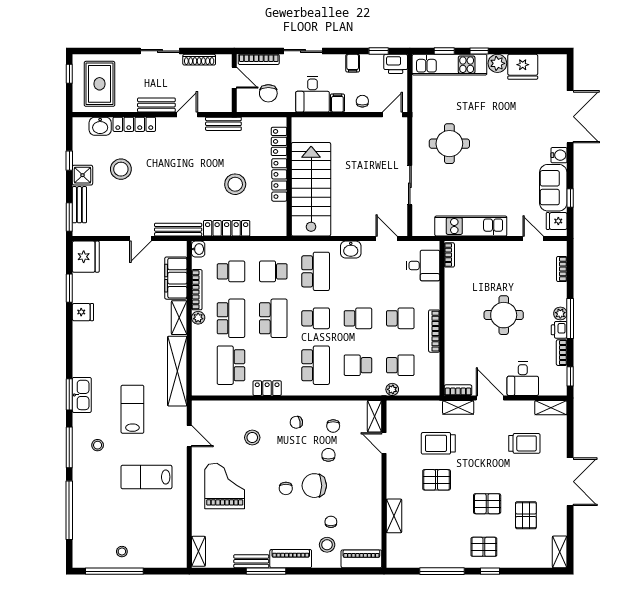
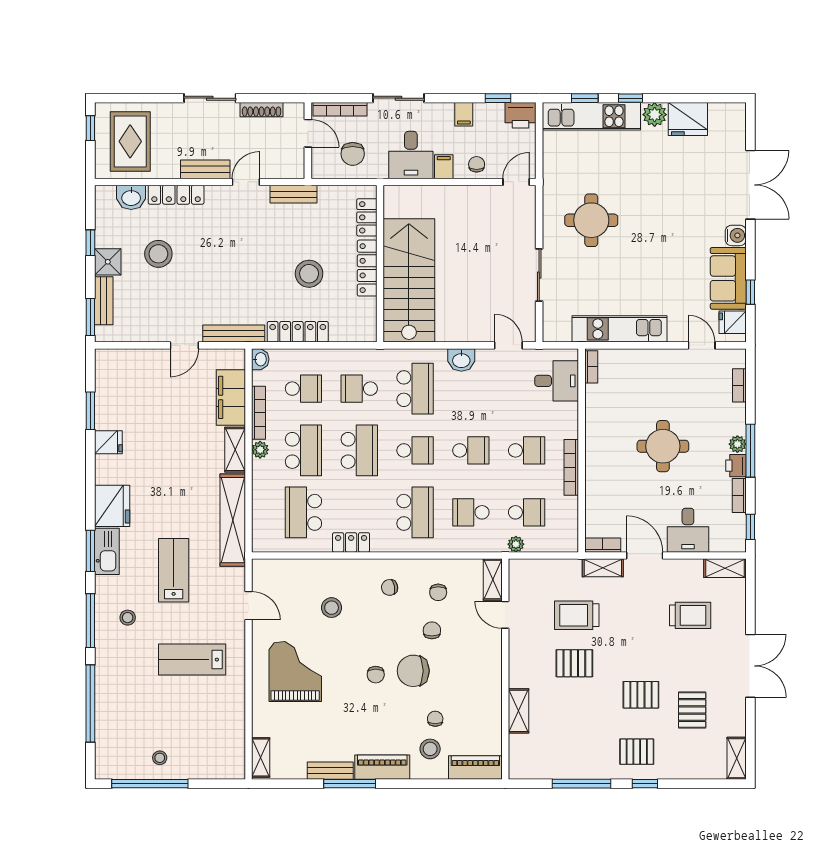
fridge: (86, 257) -> (112, 506), moved

